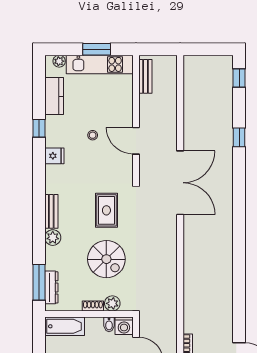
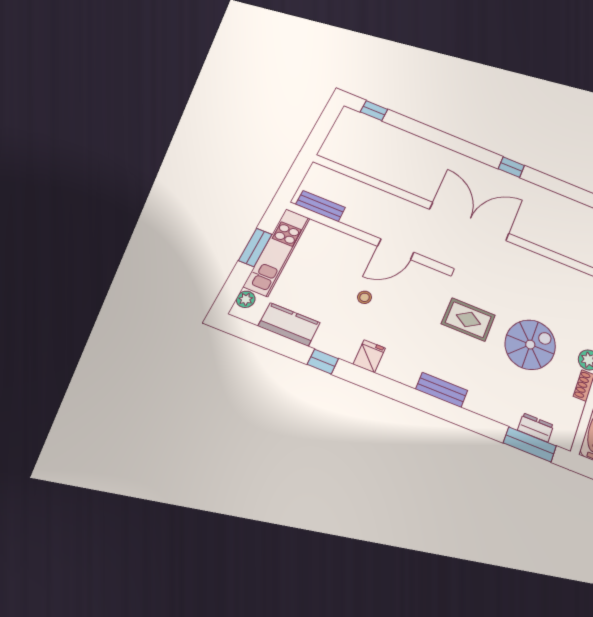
window: (239, 137) -> (511, 167), moved
plant: (53, 238) -> (477, 402), removed
dresser: (51, 287) -> (536, 428), width x0.70

